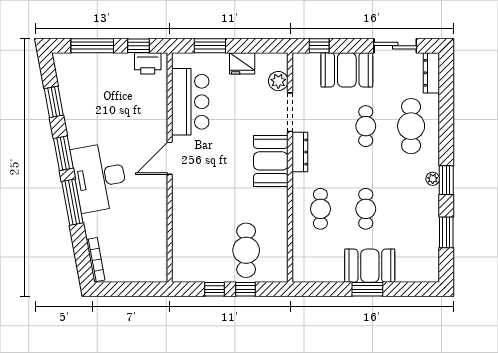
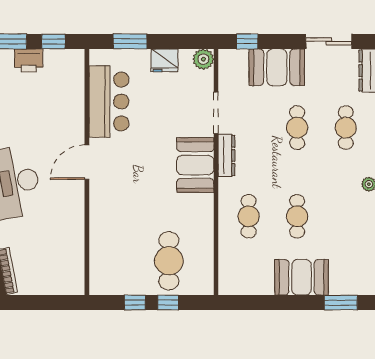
printer: (148, 63) -> (29, 60), moved
plant: (278, 81) -> (203, 59), moved
cafe table: (411, 126) -> (346, 128), width x0.73, depth x0.74
window: (367, 289) -> (341, 303), moved

